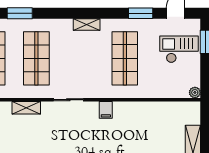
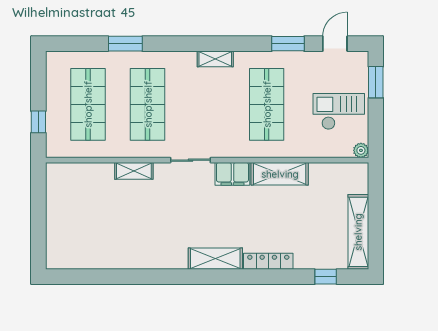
checkout: (179, 49) -> (339, 112), moved
filing cabinet: (106, 110) -> (232, 174), width x2.00
shelving: (134, 110) -> (280, 174), added

